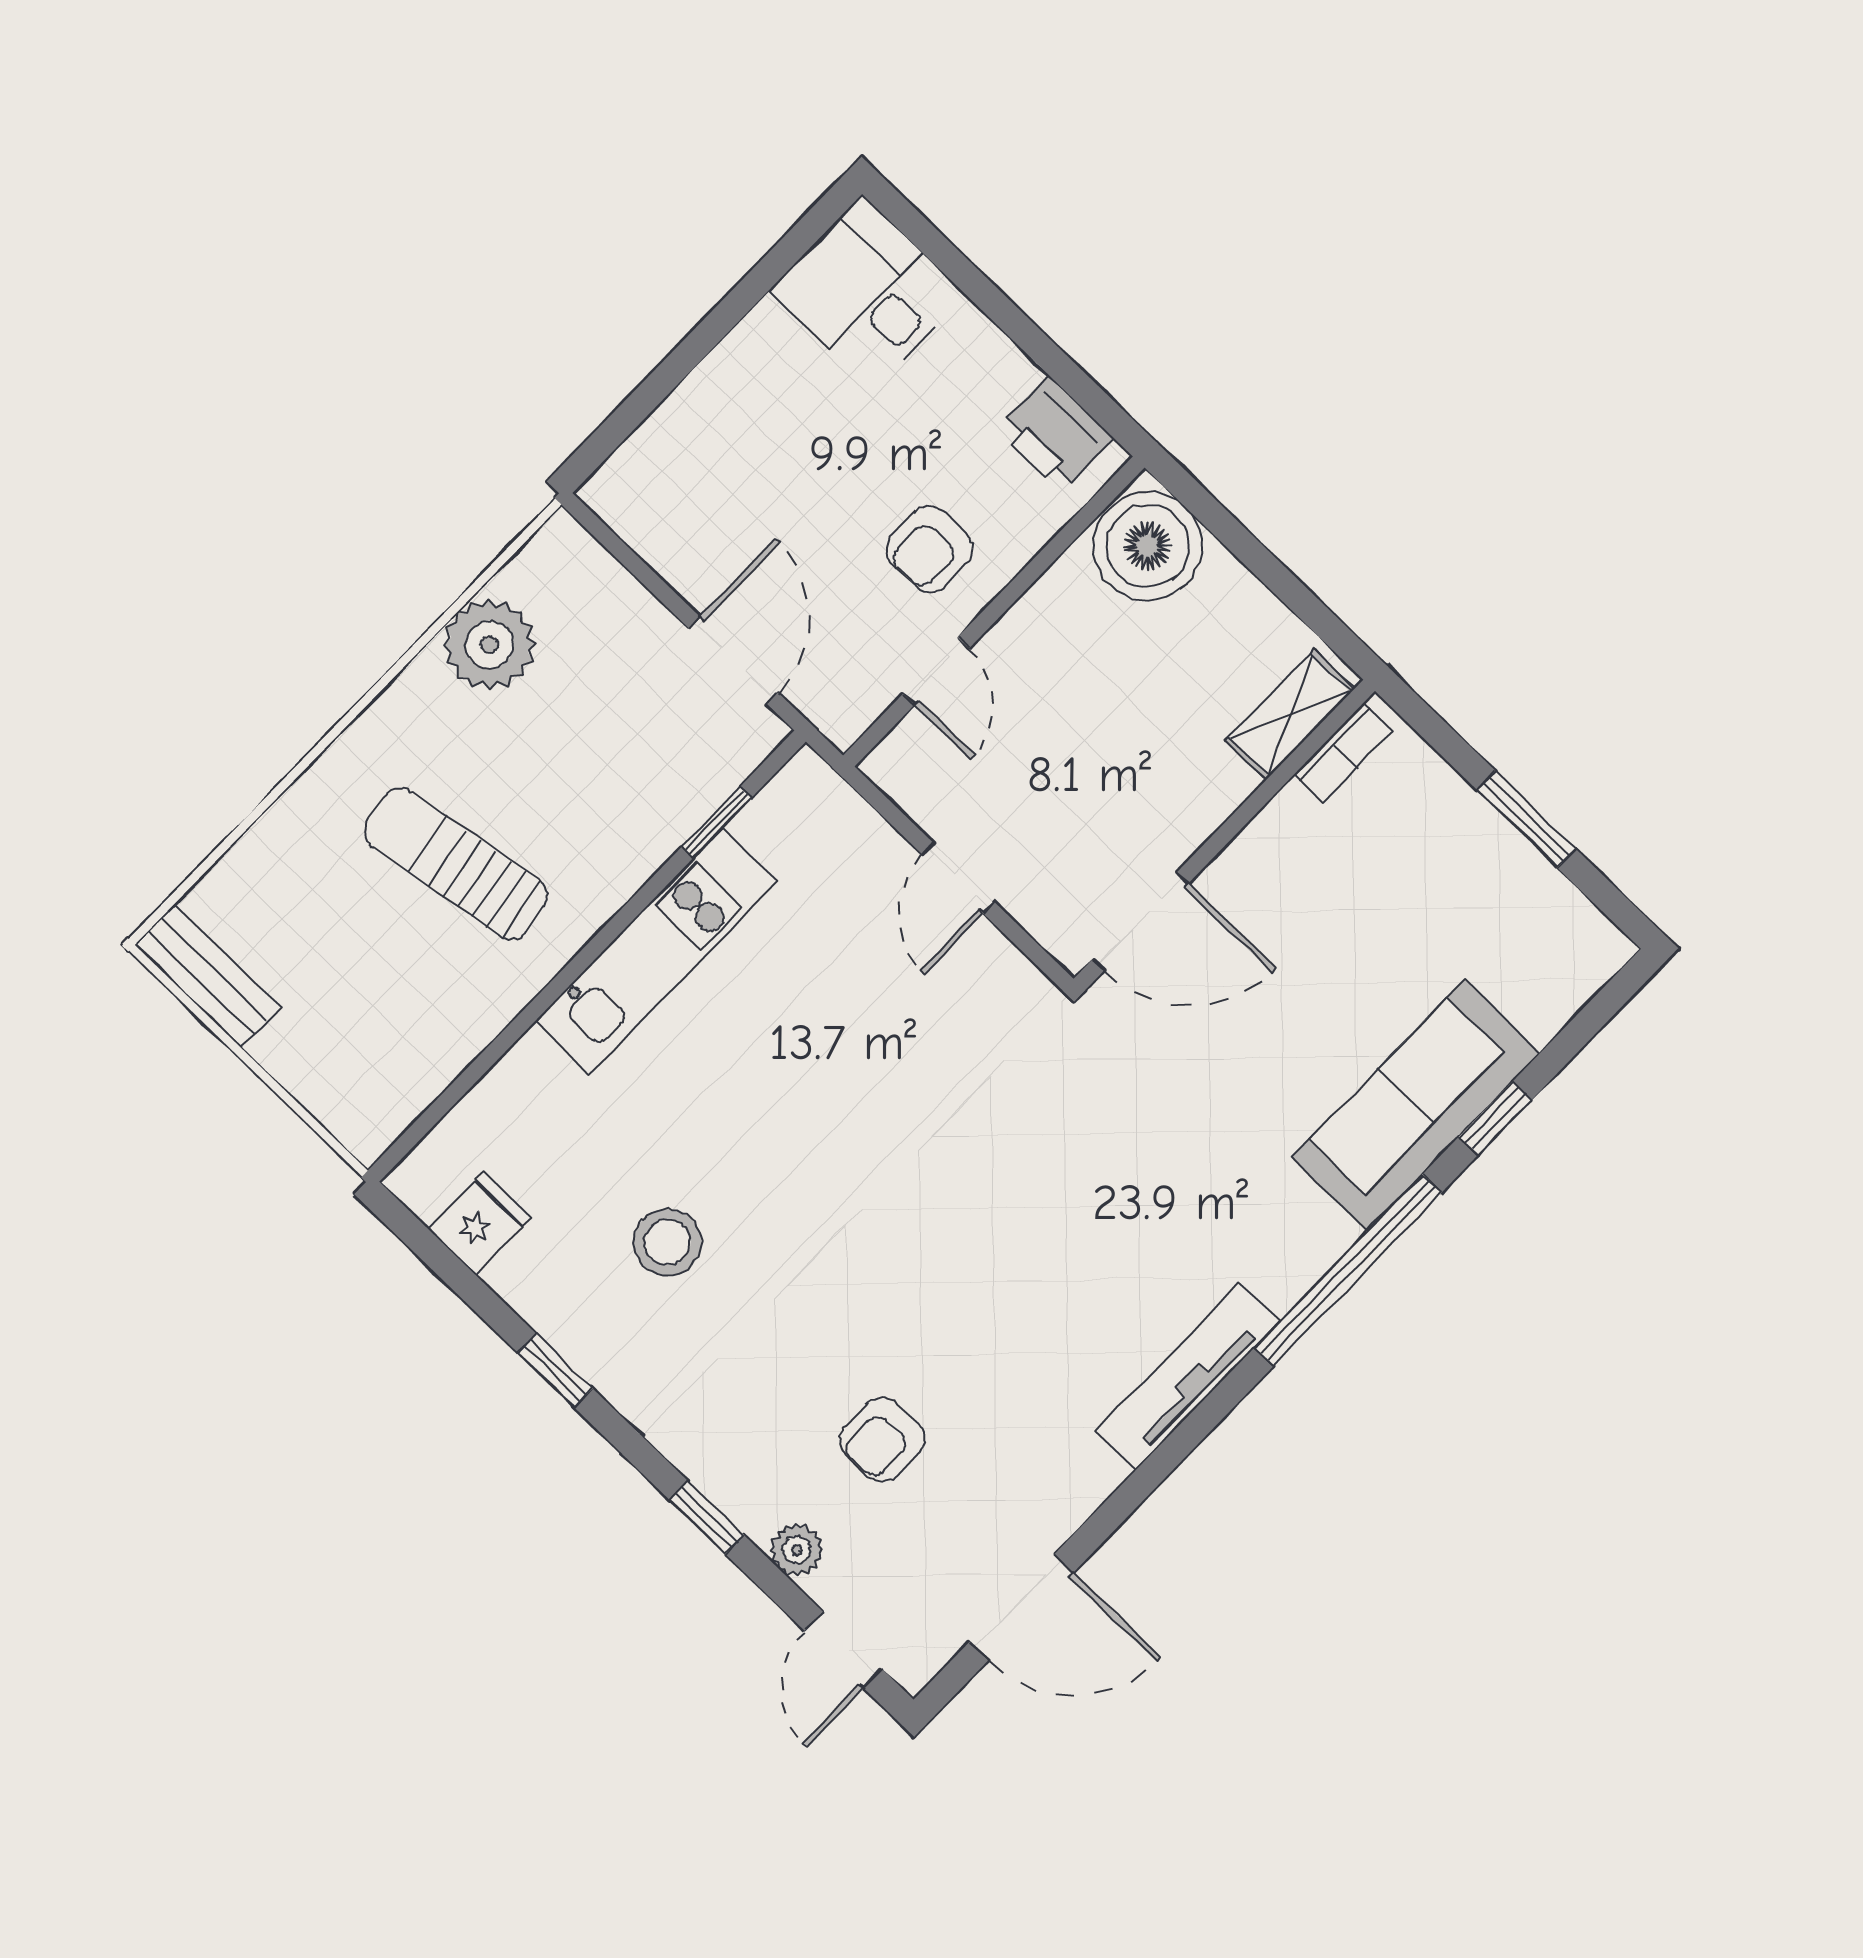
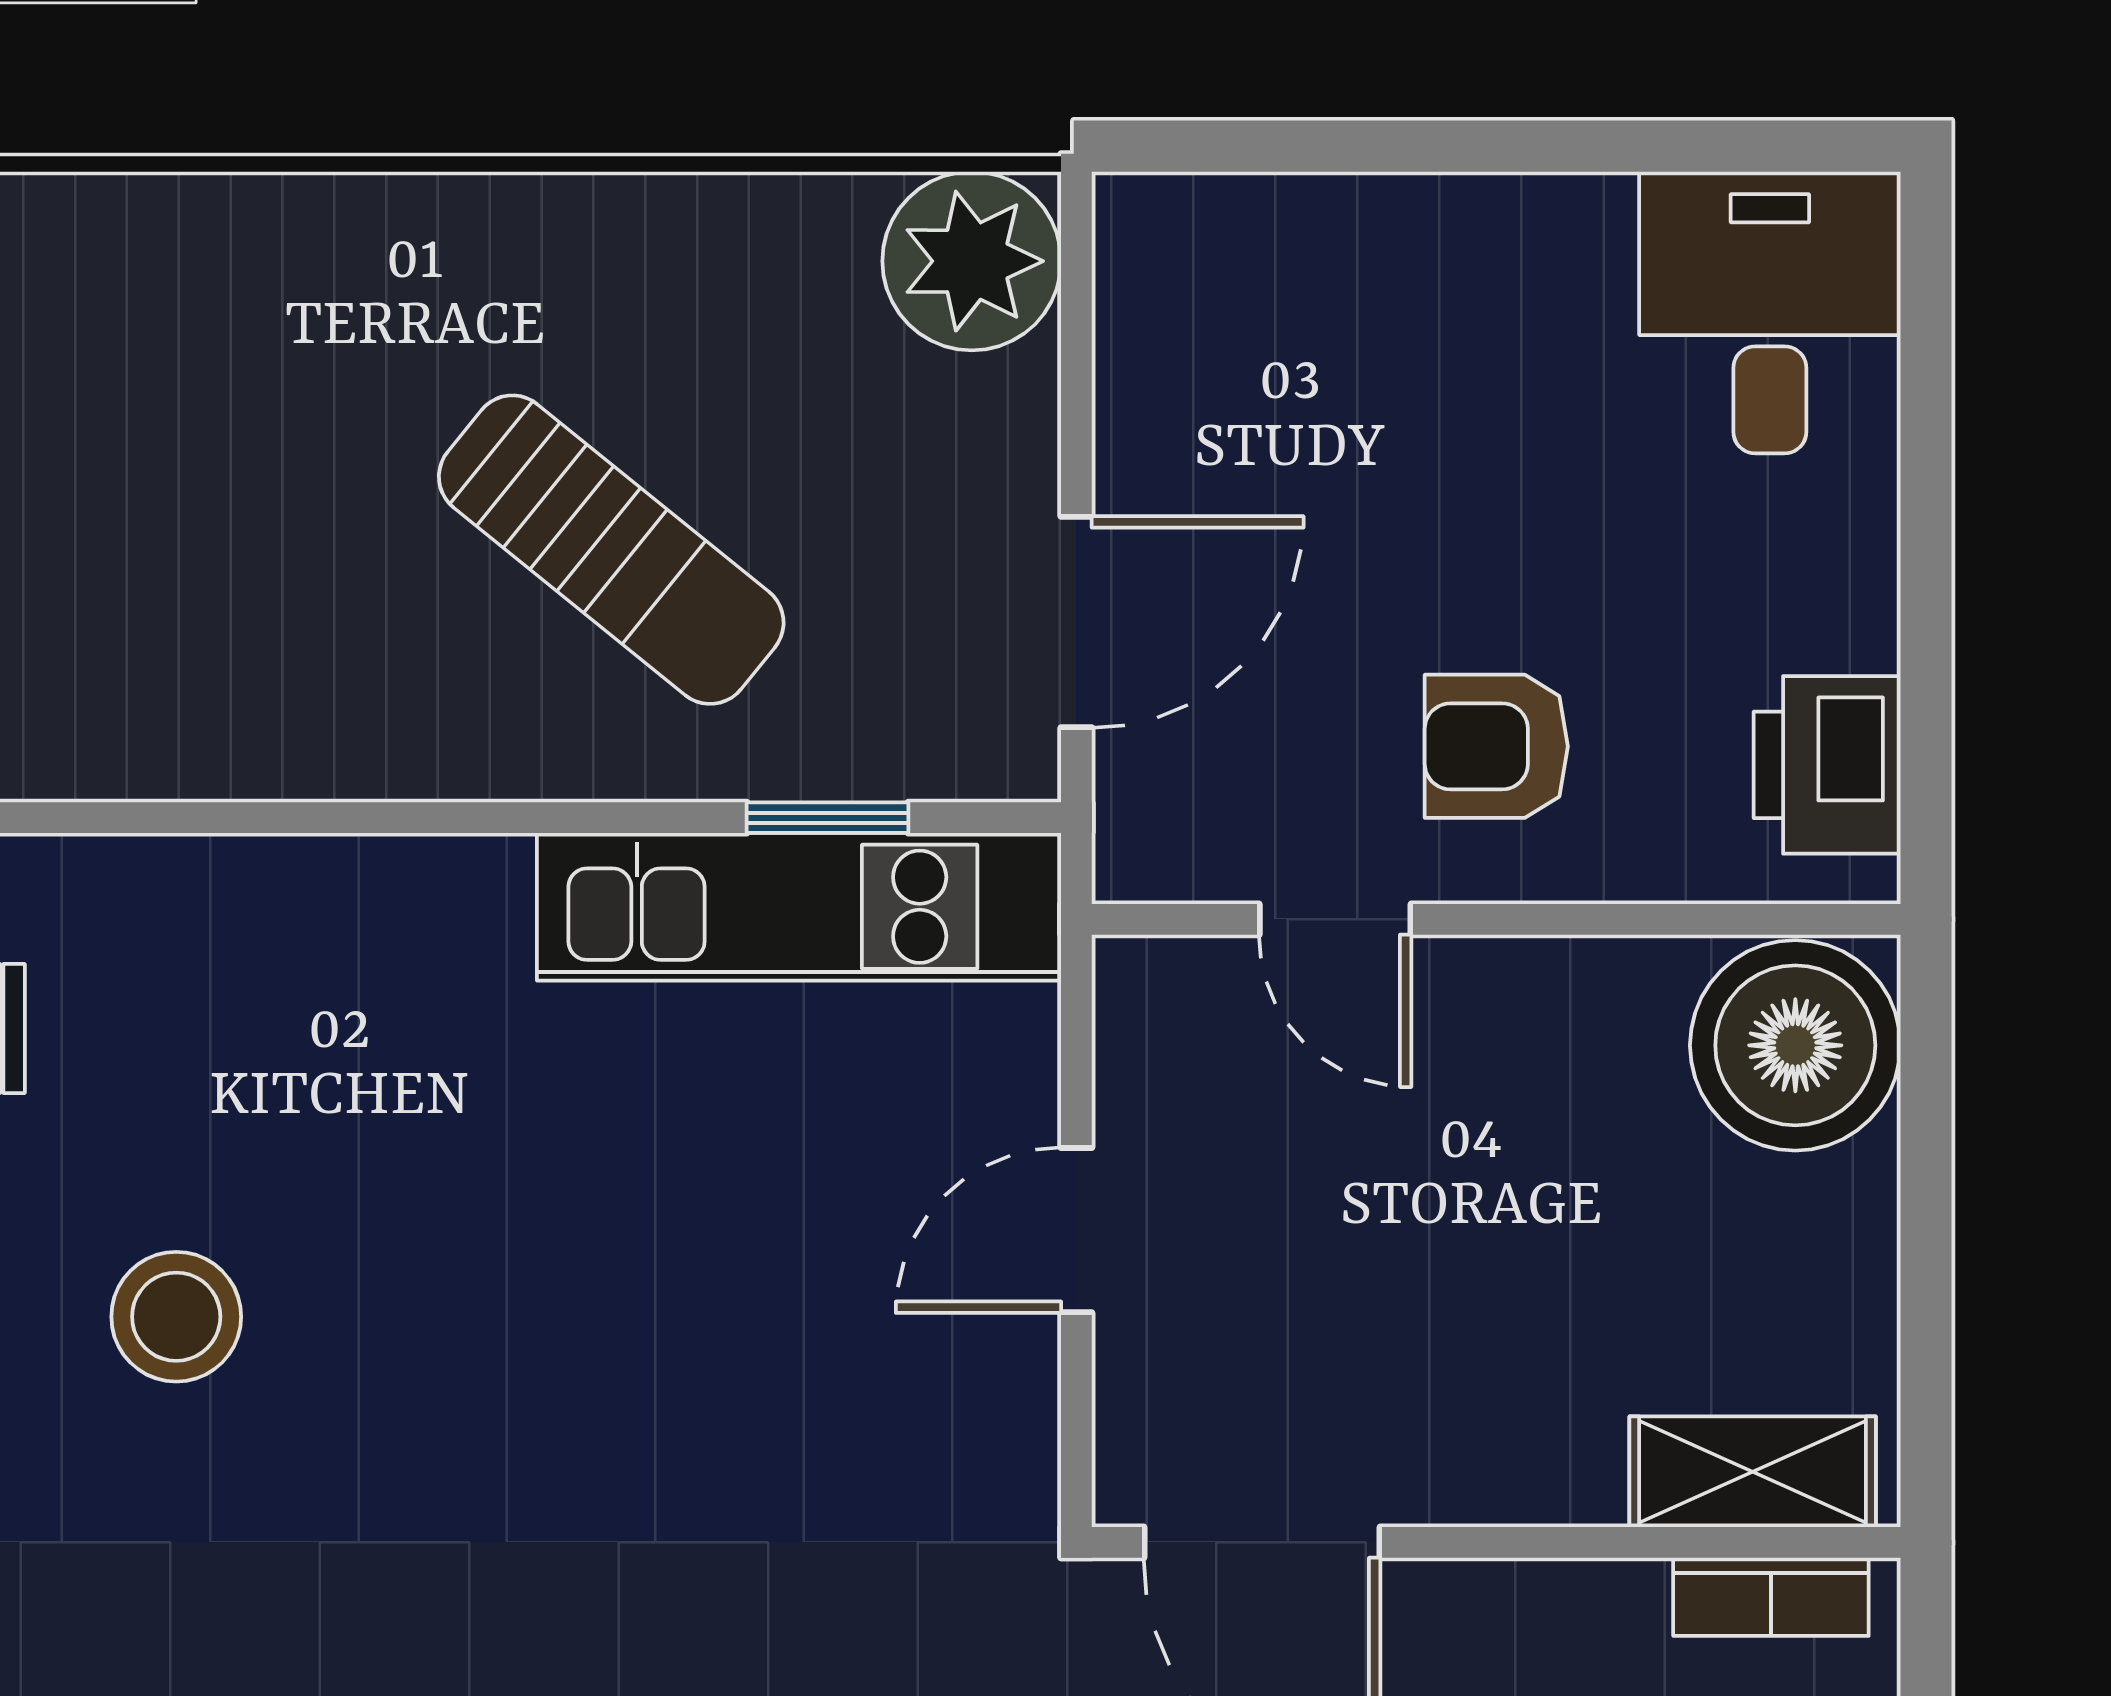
plant: (489, 645) -> (972, 261), moved
door: (936, 671) -> (1335, 919), hinge flipped
sun lounger: (456, 864) -> (611, 550), moved, turned 138
kitchen unit: (656, 951) -> (799, 907), moved

